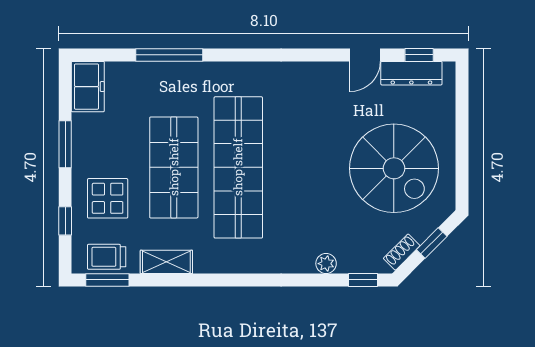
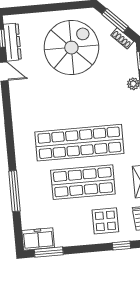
window: (65, 144) -> (49, 252), moved
window: (432, 243) -> (115, 20), width x1.50

